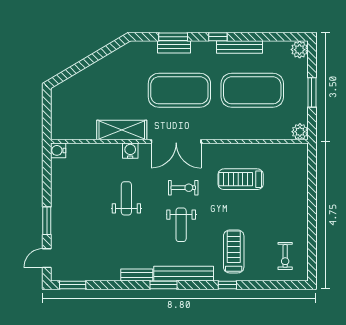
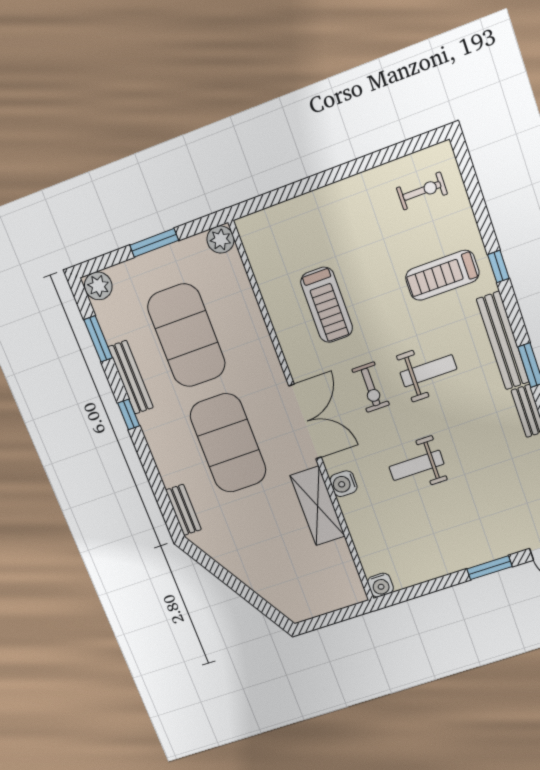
window: (173, 37) -> (98, 339), moved
bench: (174, 47) -> (184, 510), moved
exercise bike: (183, 188) -> (371, 387), turned 180

